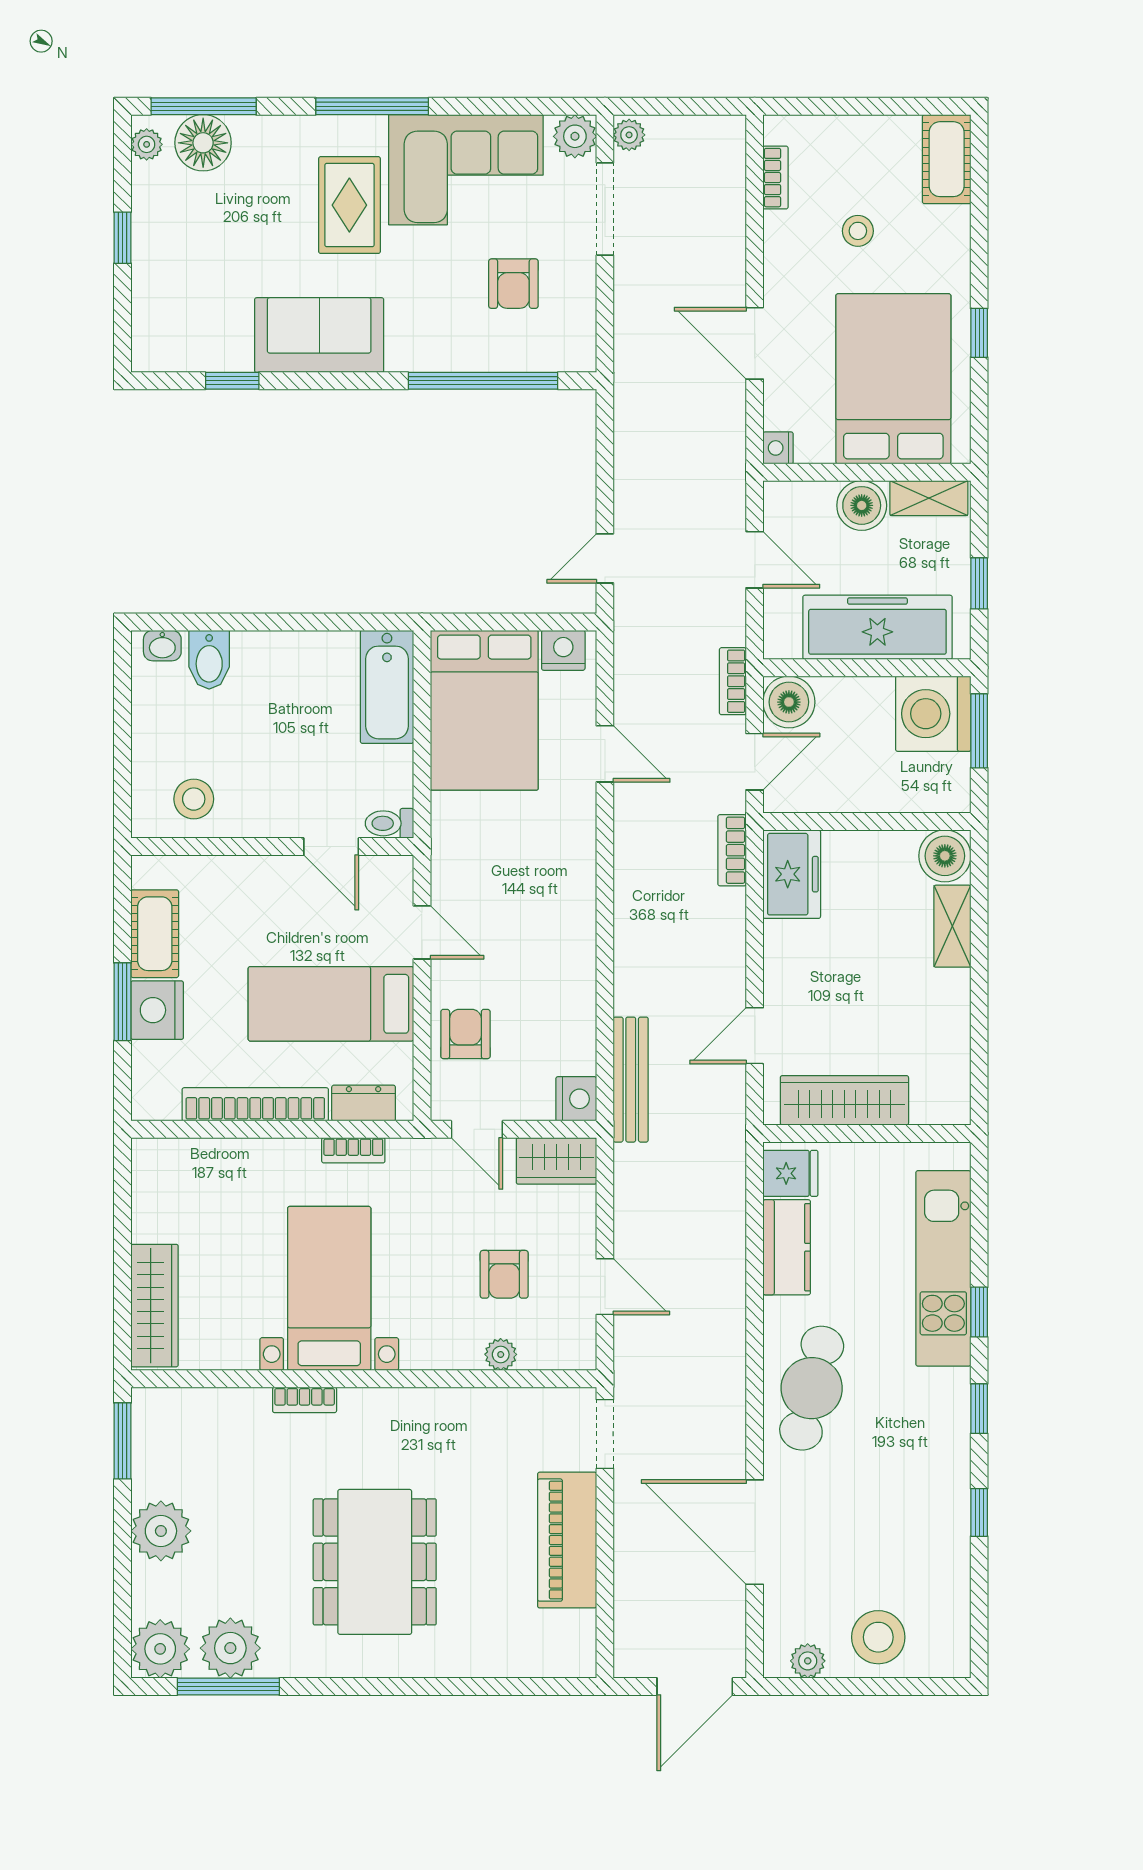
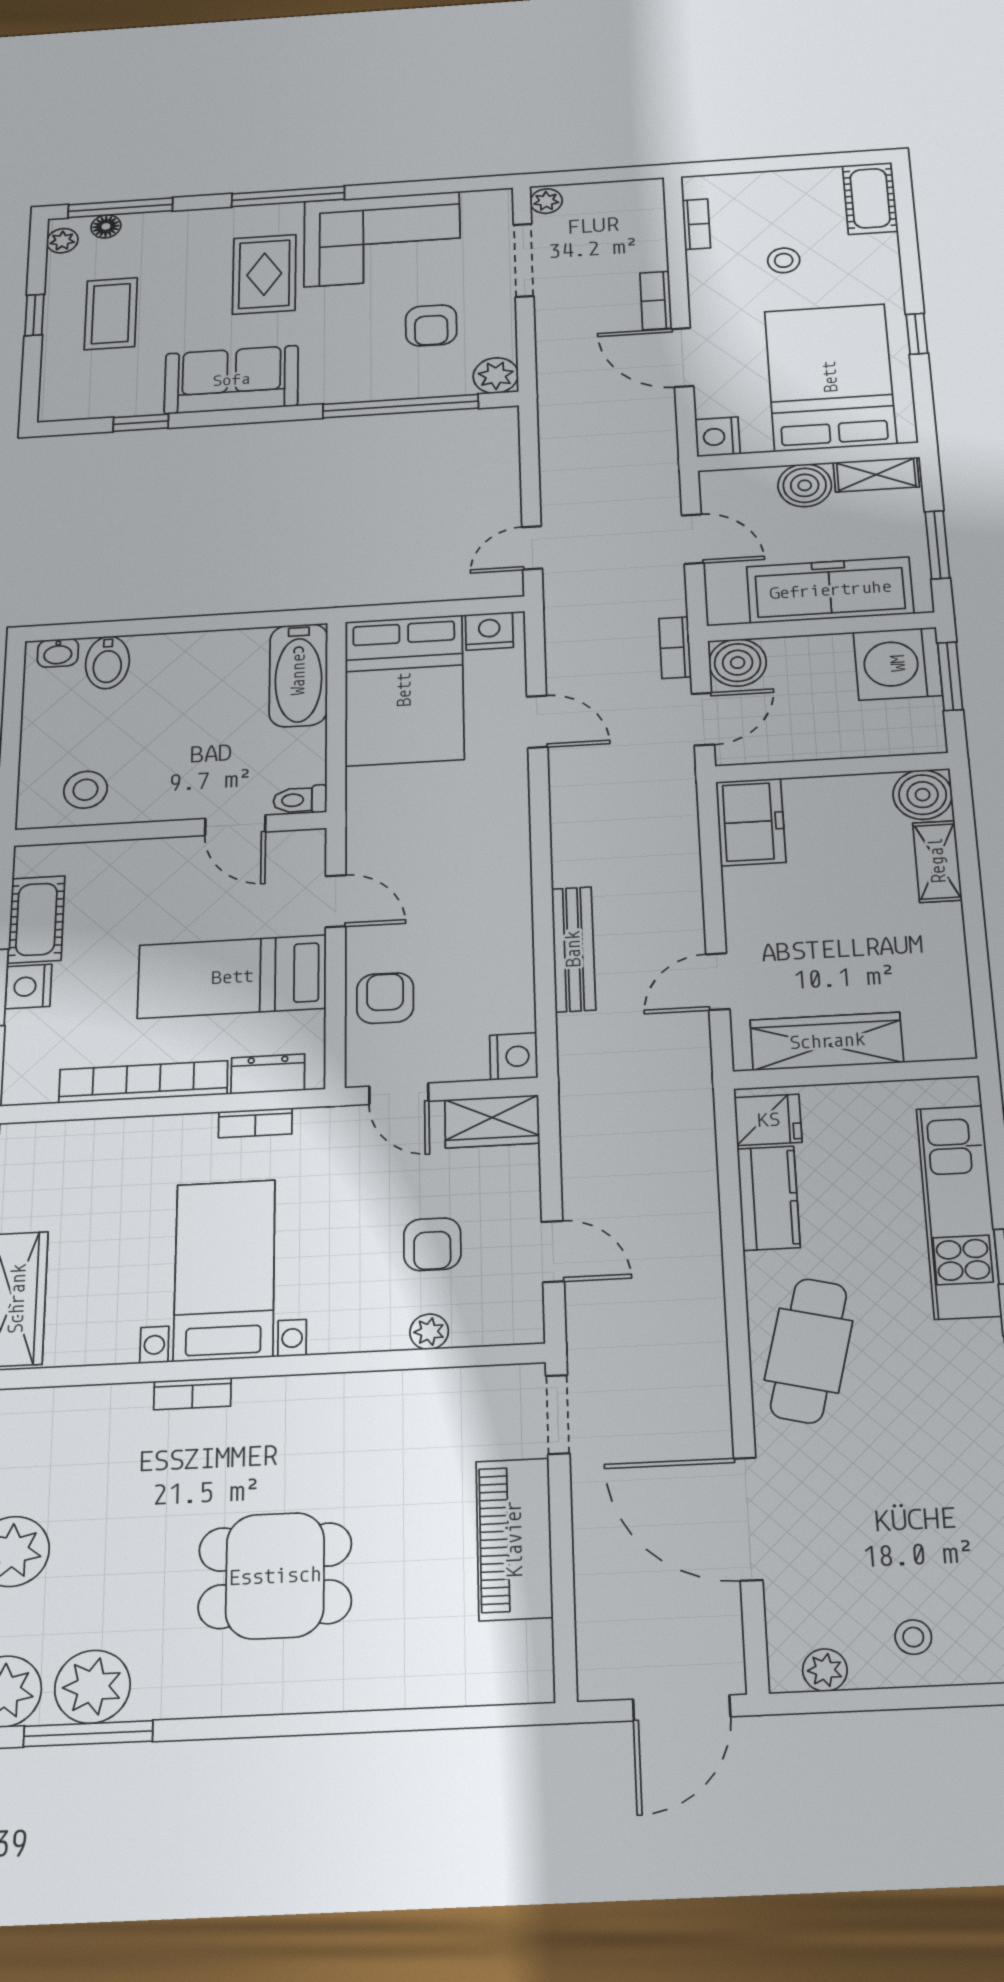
plant: (575, 136) -> (496, 376), moved
floor lamp: (203, 143) -> (106, 226), width x0.53, depth x0.53
coffee table: (199, 242) -> (111, 314), added
nightstand: (778, 448) -> (718, 437), width x1.39, depth x1.35
window: (979, 583) -> (937, 545), width x1.50
bookcase: (732, 850) -> (656, 301), moved
nightstand: (157, 1010) -> (29, 986), width x0.74, depth x0.75
bench: (631, 1080) -> (573, 949), moved
dining table: (375, 1562) -> (275, 1576), width x0.73
stool: (878, 1637) -> (913, 1637), width x0.53, depth x0.53

